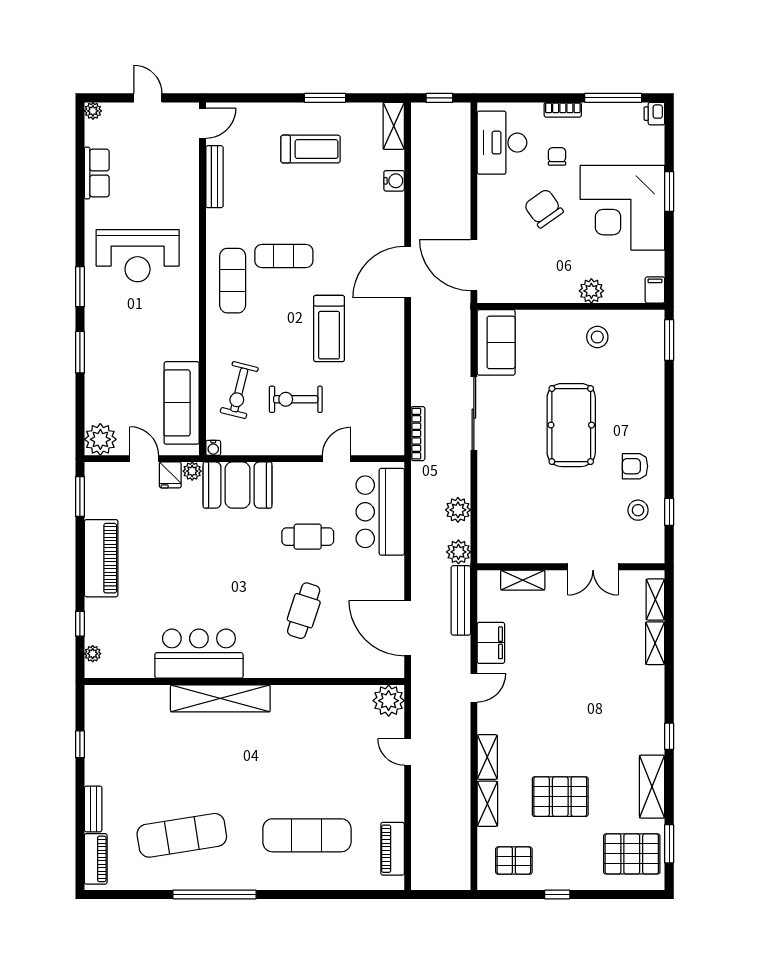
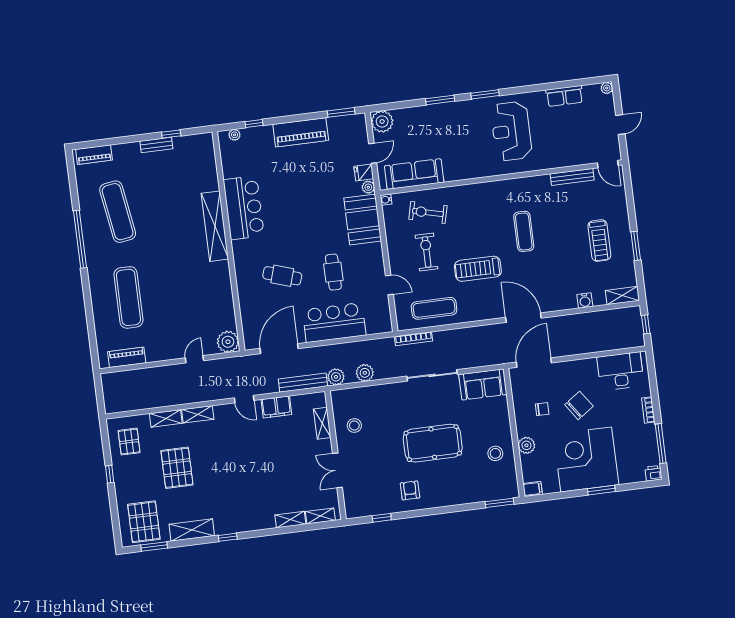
chair: (557, 156) -> (542, 409), moved
exercise mat: (233, 281) -> (434, 308), moved
stool: (638, 510) -> (354, 425), moved
bar counter: (380, 512) -> (334, 323), moved
bench: (93, 809) -> (156, 145), moved

